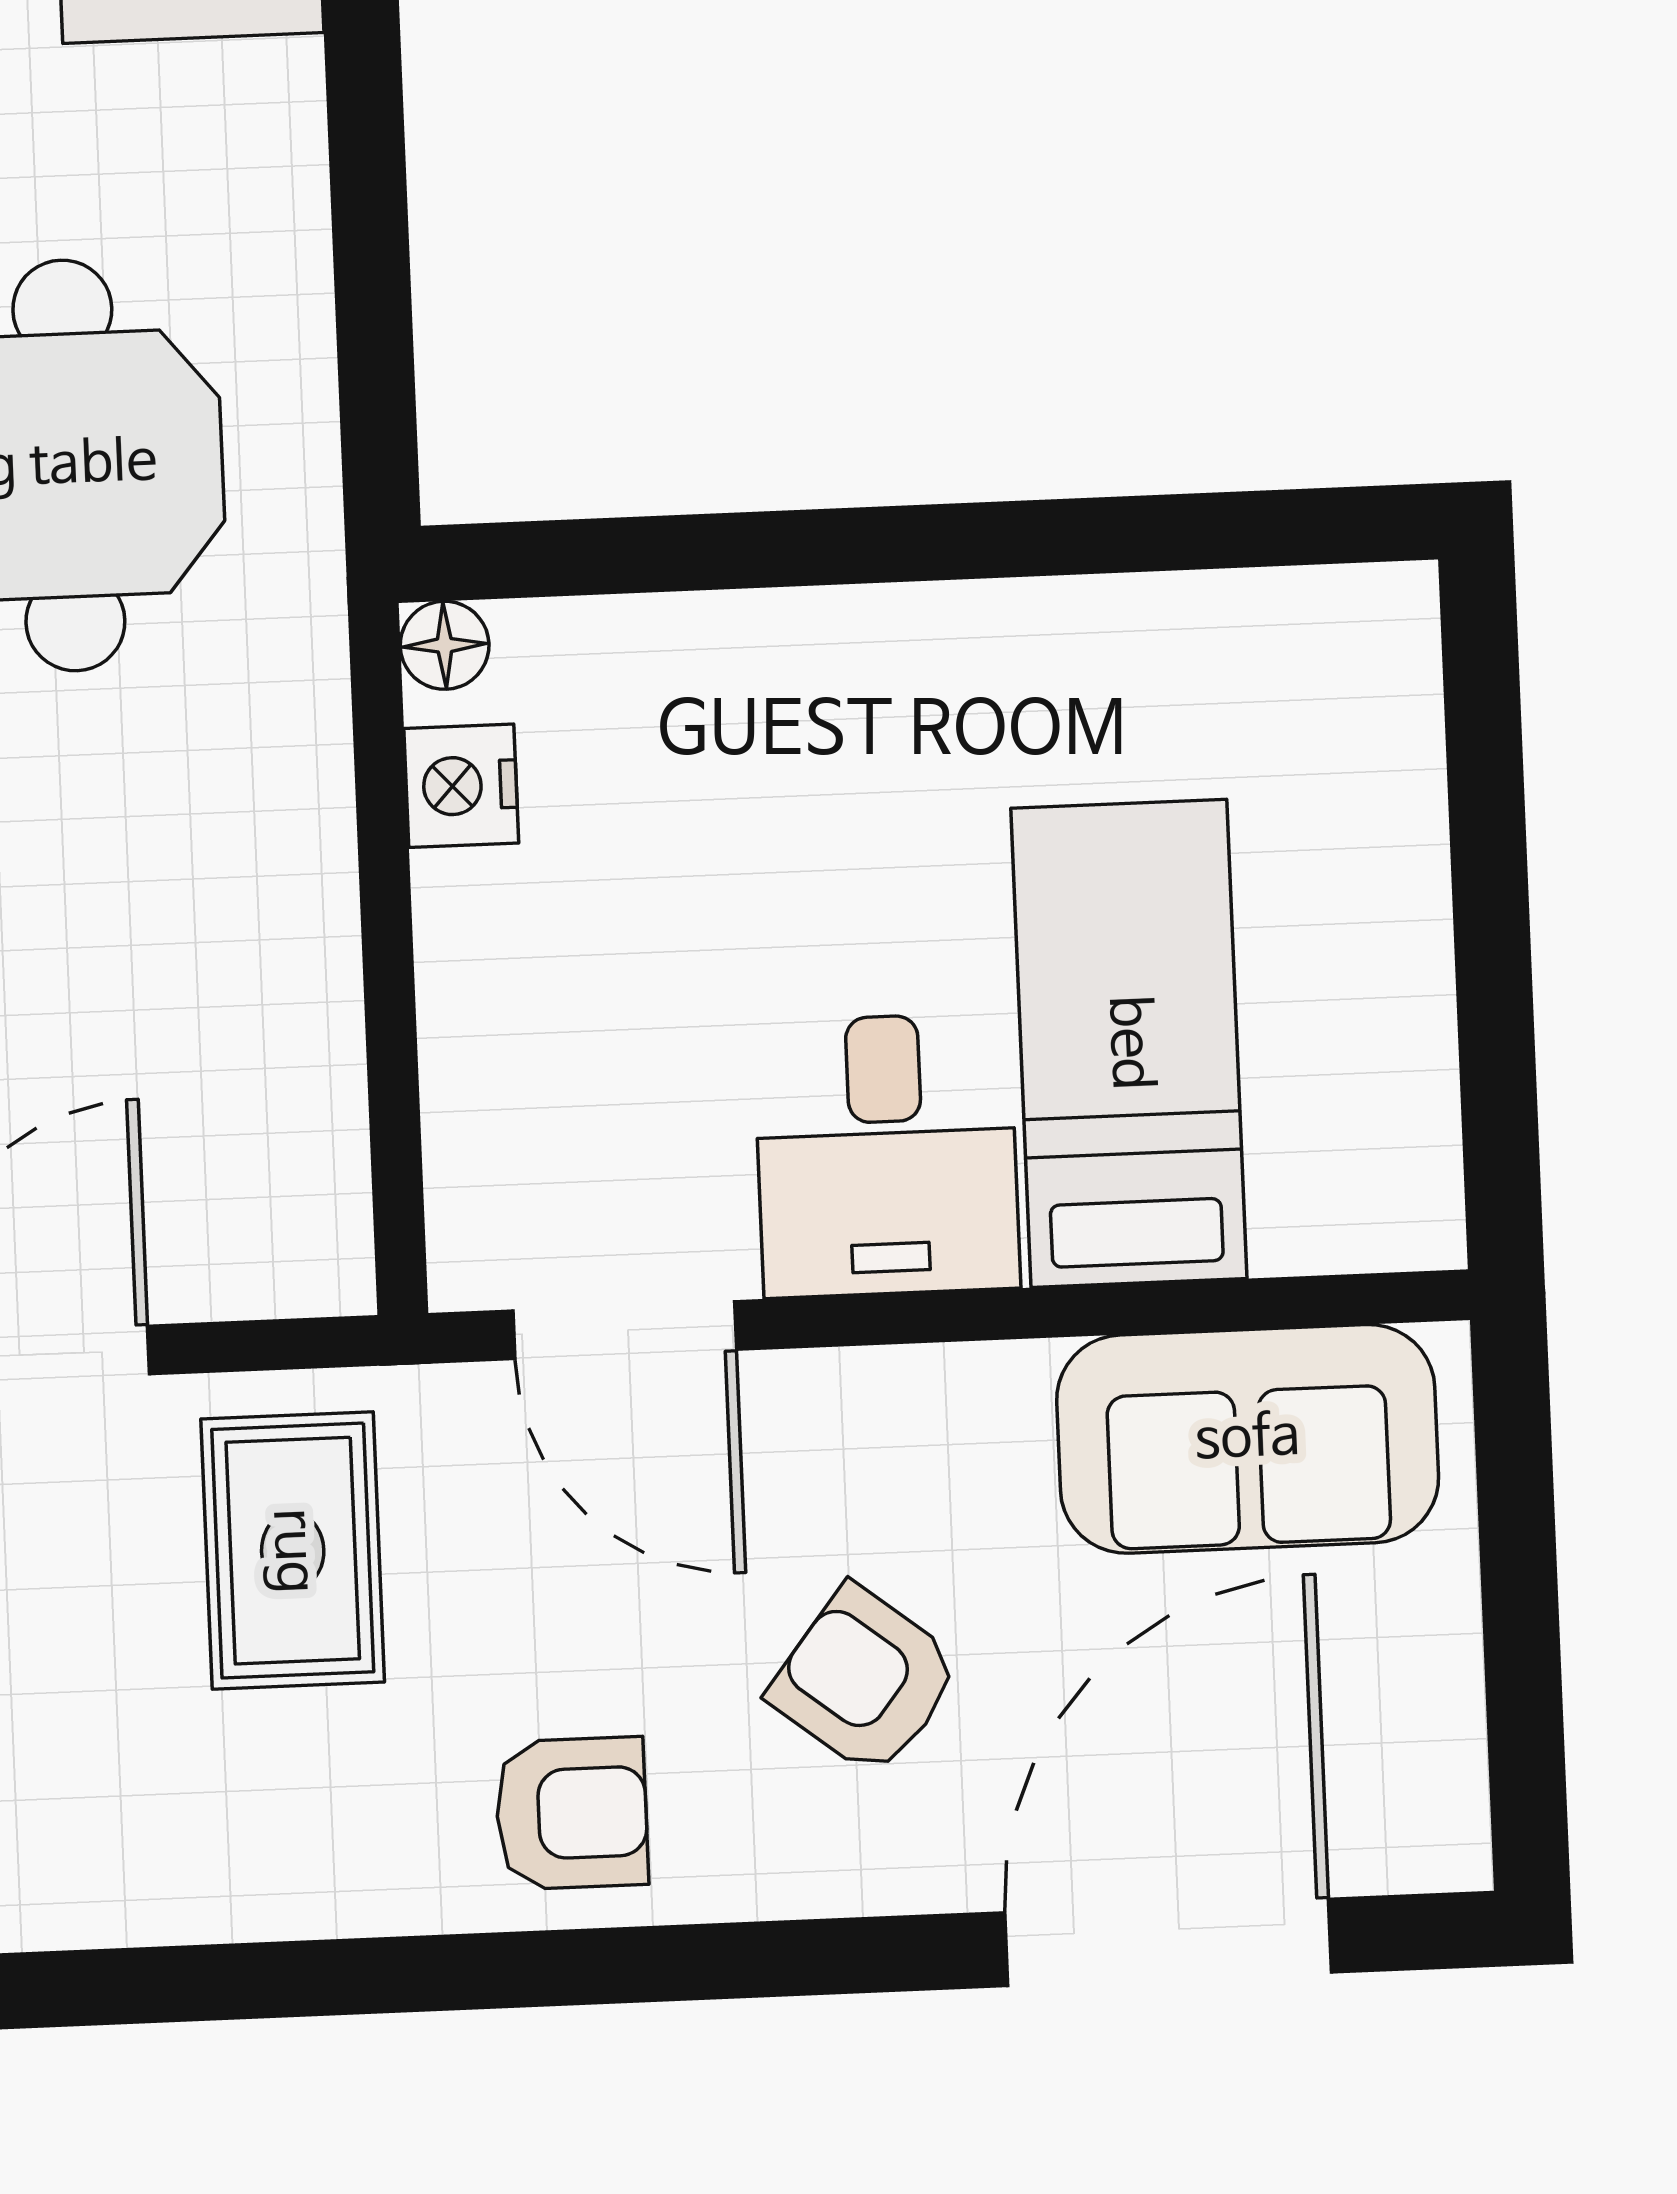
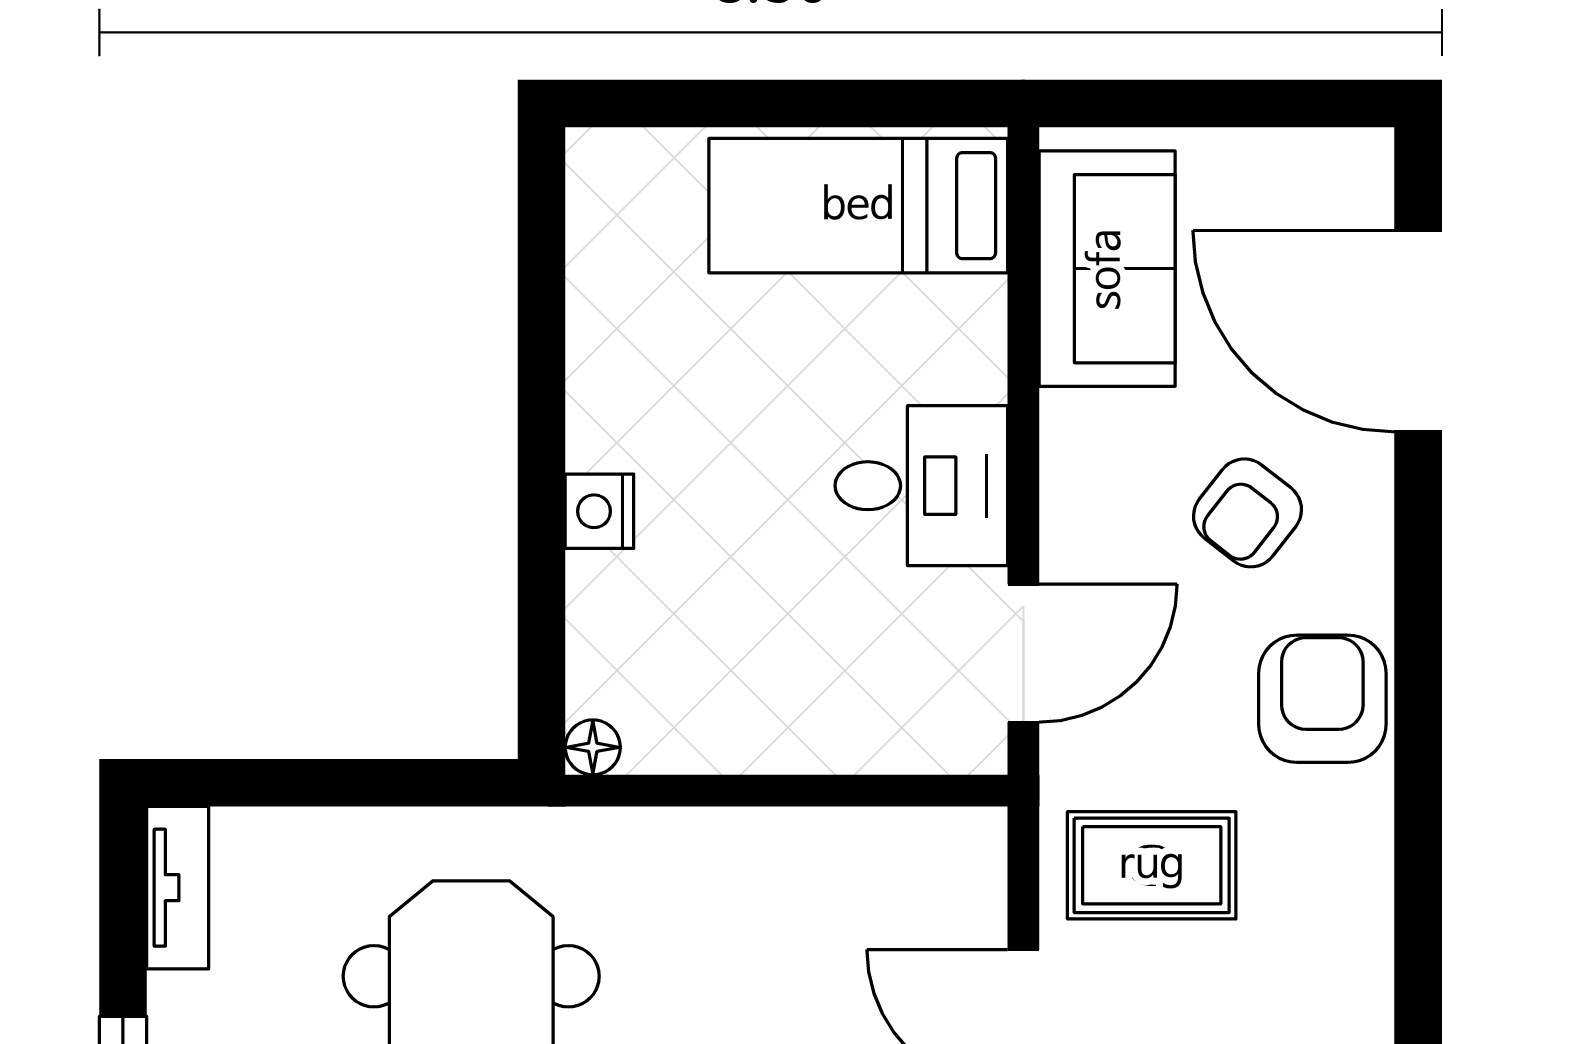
nightstand: (461, 786) -> (599, 511), moved, turned 90
bed: (1129, 1043) -> (858, 206), moved
armchair: (572, 1813) -> (1322, 699), width x1.38, depth x1.38

